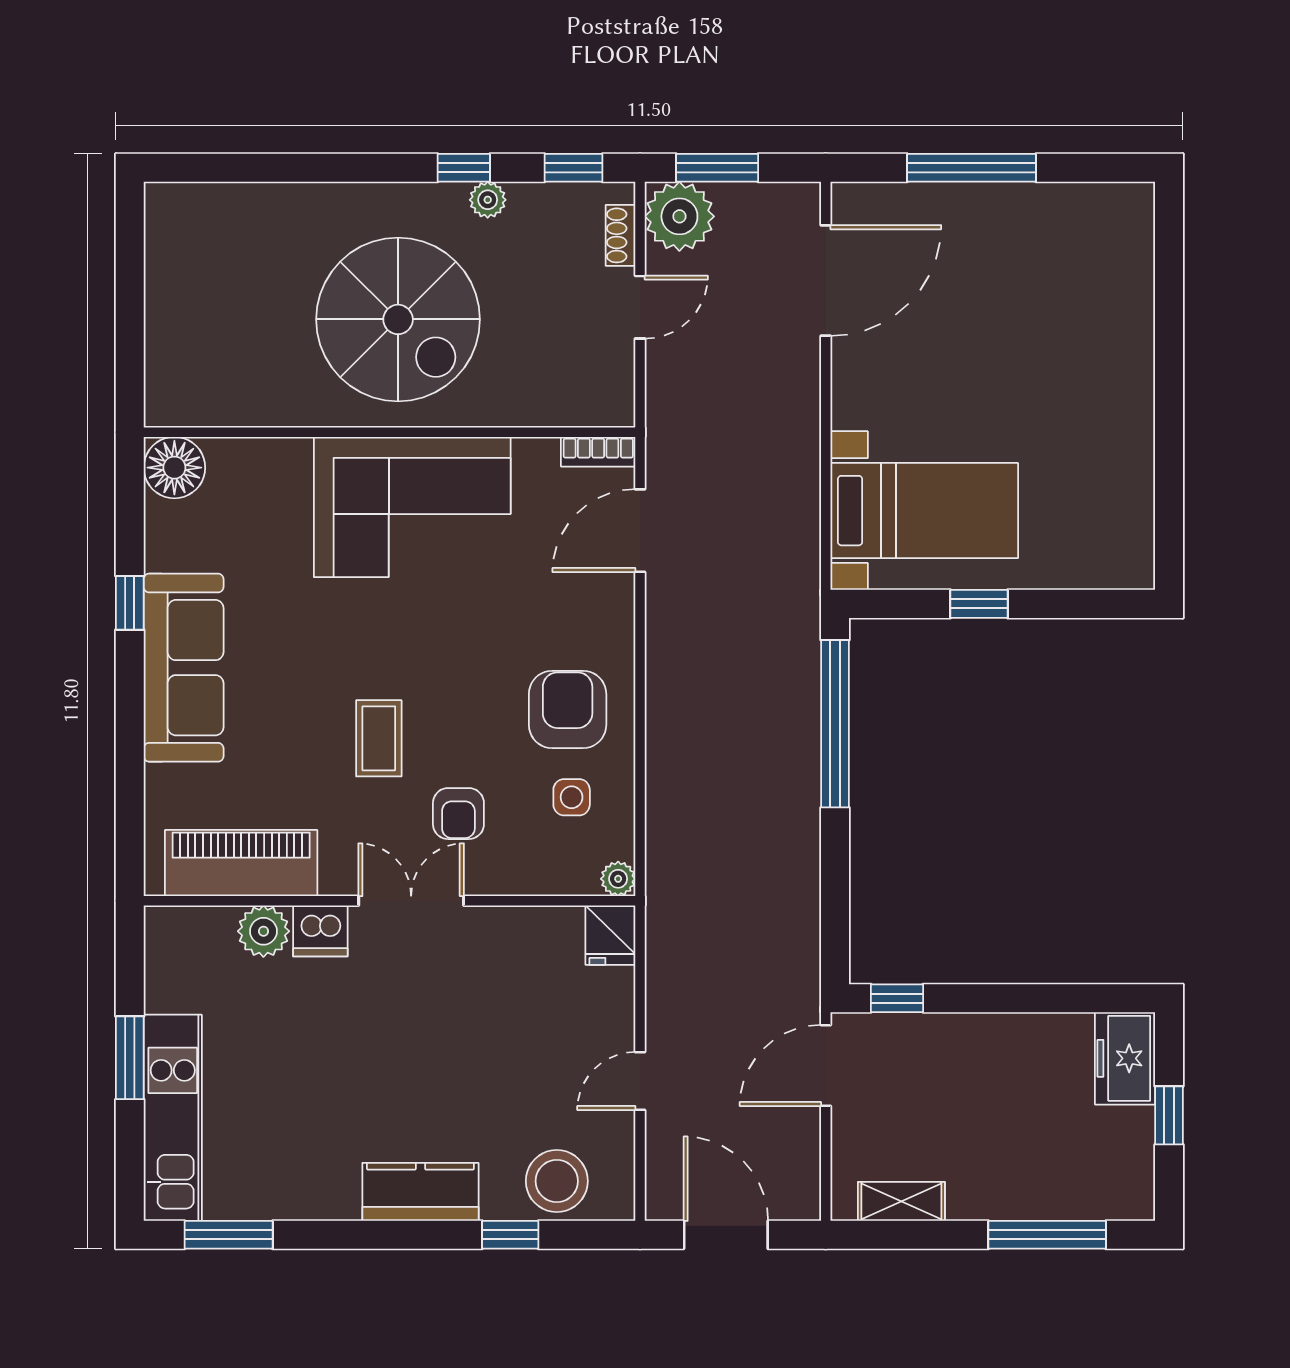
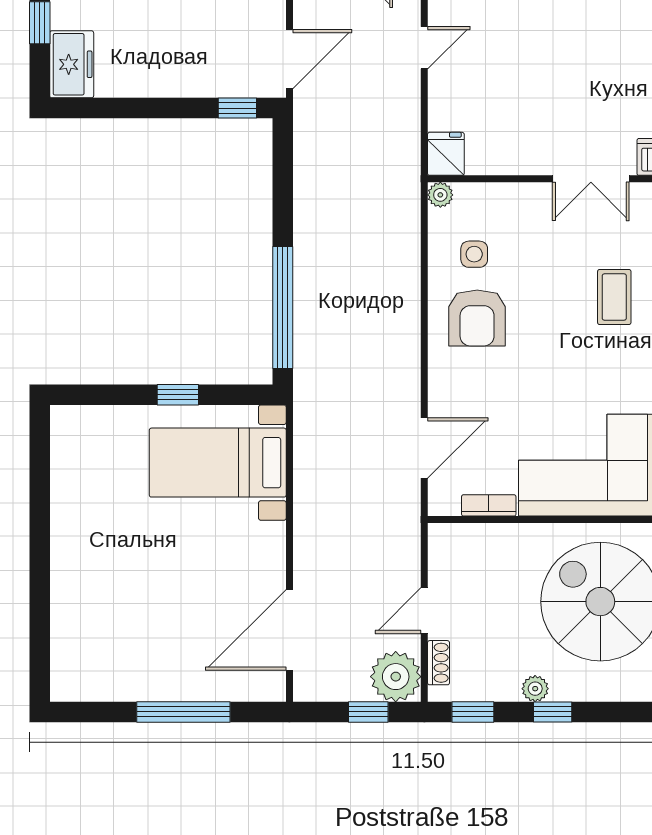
window: (717, 168) -> (368, 712), width x0.67
bookcase: (598, 452) -> (489, 505), moved
armchair: (458, 814) -> (556, 242), removed

